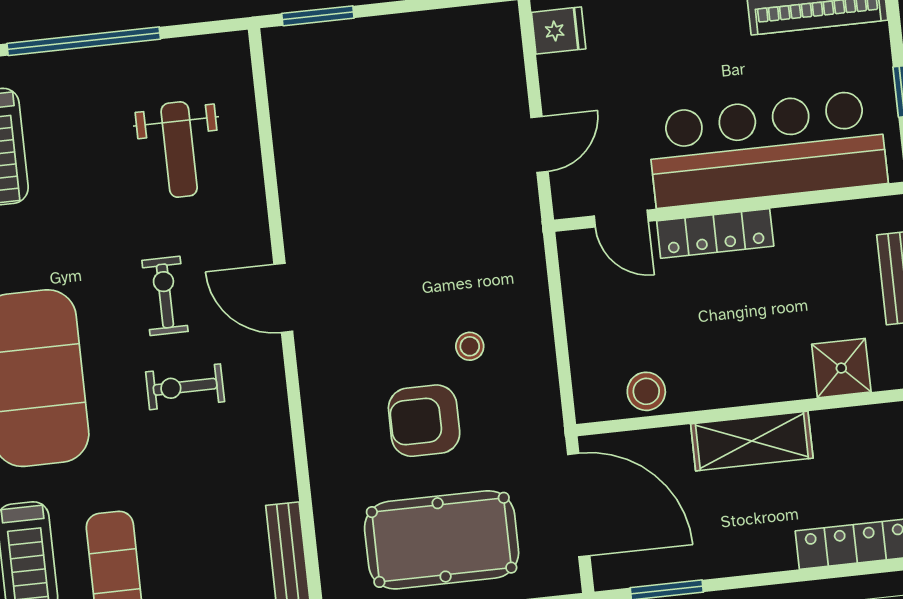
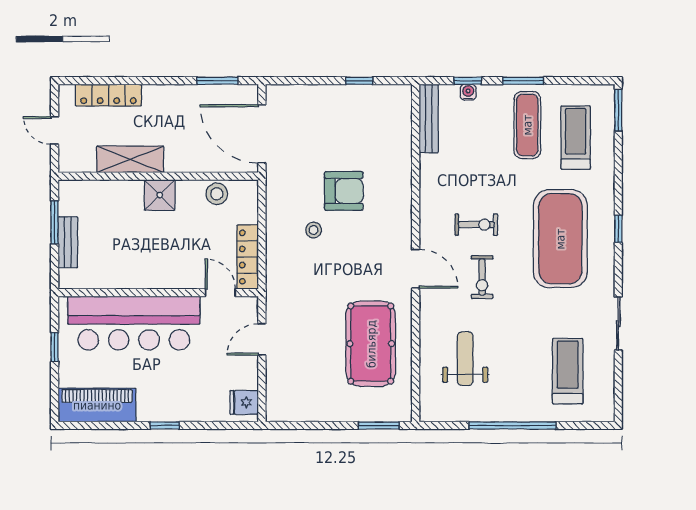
locker: (715, 233) -> (248, 257), moved, turned -90
shower: (841, 368) -> (160, 195), moved
shelving: (752, 441) -> (130, 159), moved
pool table: (442, 540) -> (371, 344), moved, turned 90

